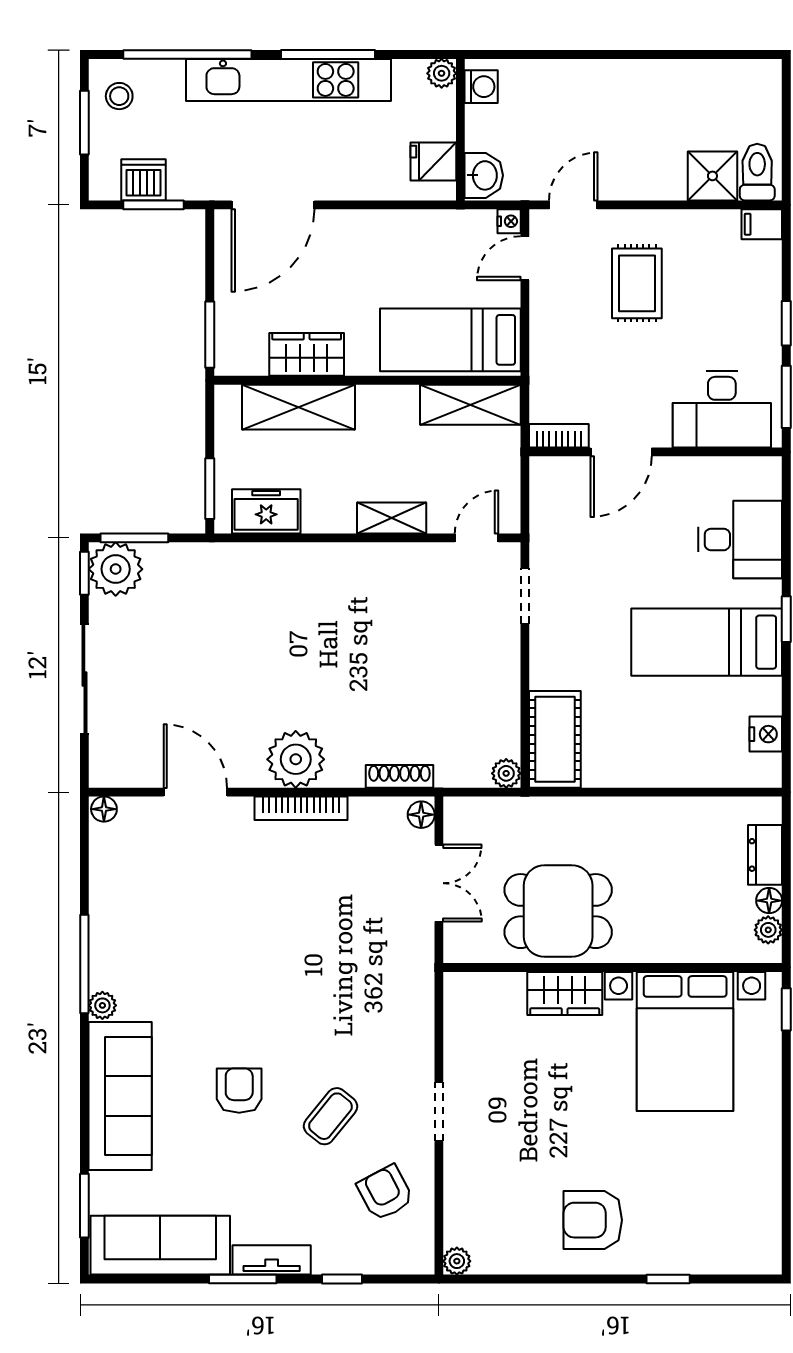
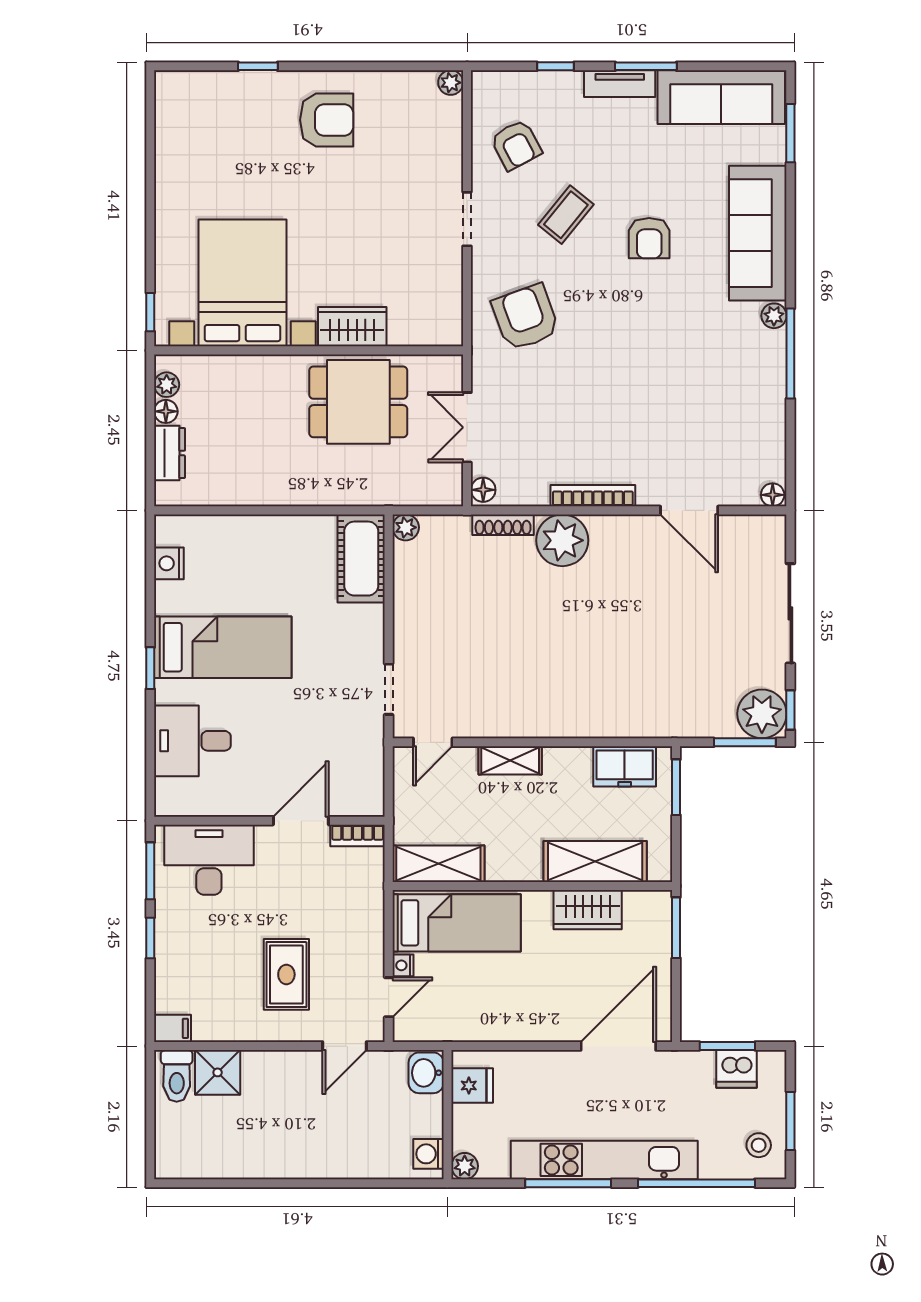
nightstand: (509, 221) -> (403, 965), moved
plant: (296, 759) -> (562, 540), moved
armchair: (375, 1004) -> (526, 317), added

